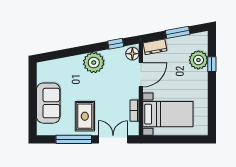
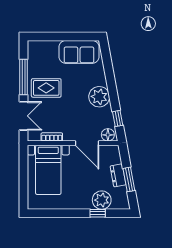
dresser: (155, 47) -> (118, 175), moved
sofa: (48, 103) -> (79, 52), moved

